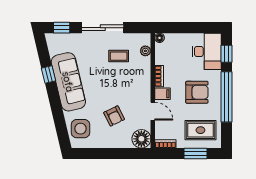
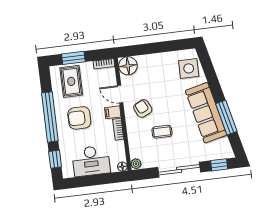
plant: (145, 51) -> (136, 164), moved
desk: (207, 51) -> (91, 161), moved, turned -90
coffee table: (119, 56) -> (162, 132), moved
window: (49, 74) -> (226, 118), width x2.17
armchair: (114, 116) -> (143, 108), moved
rug: (200, 130) -> (71, 81), turned 90

